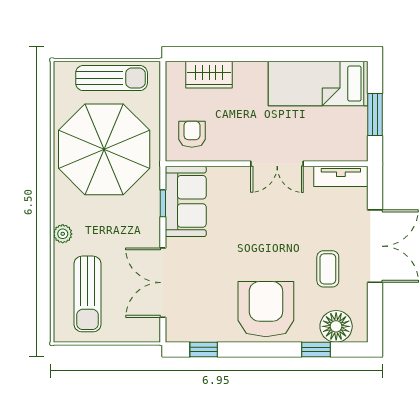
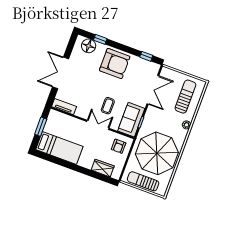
double door: (277, 164) -> (98, 125), moved
coffee table: (328, 269) -> (108, 106), moved
armchair: (266, 309) -> (115, 63), turned -90

